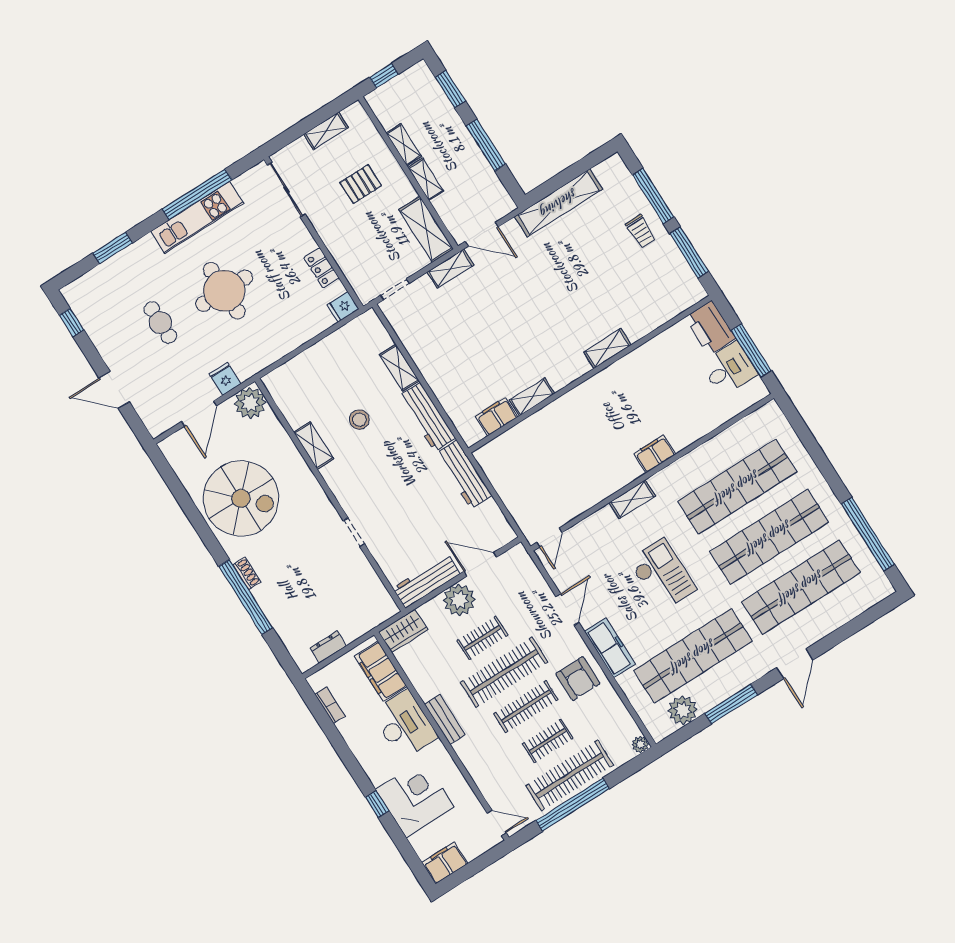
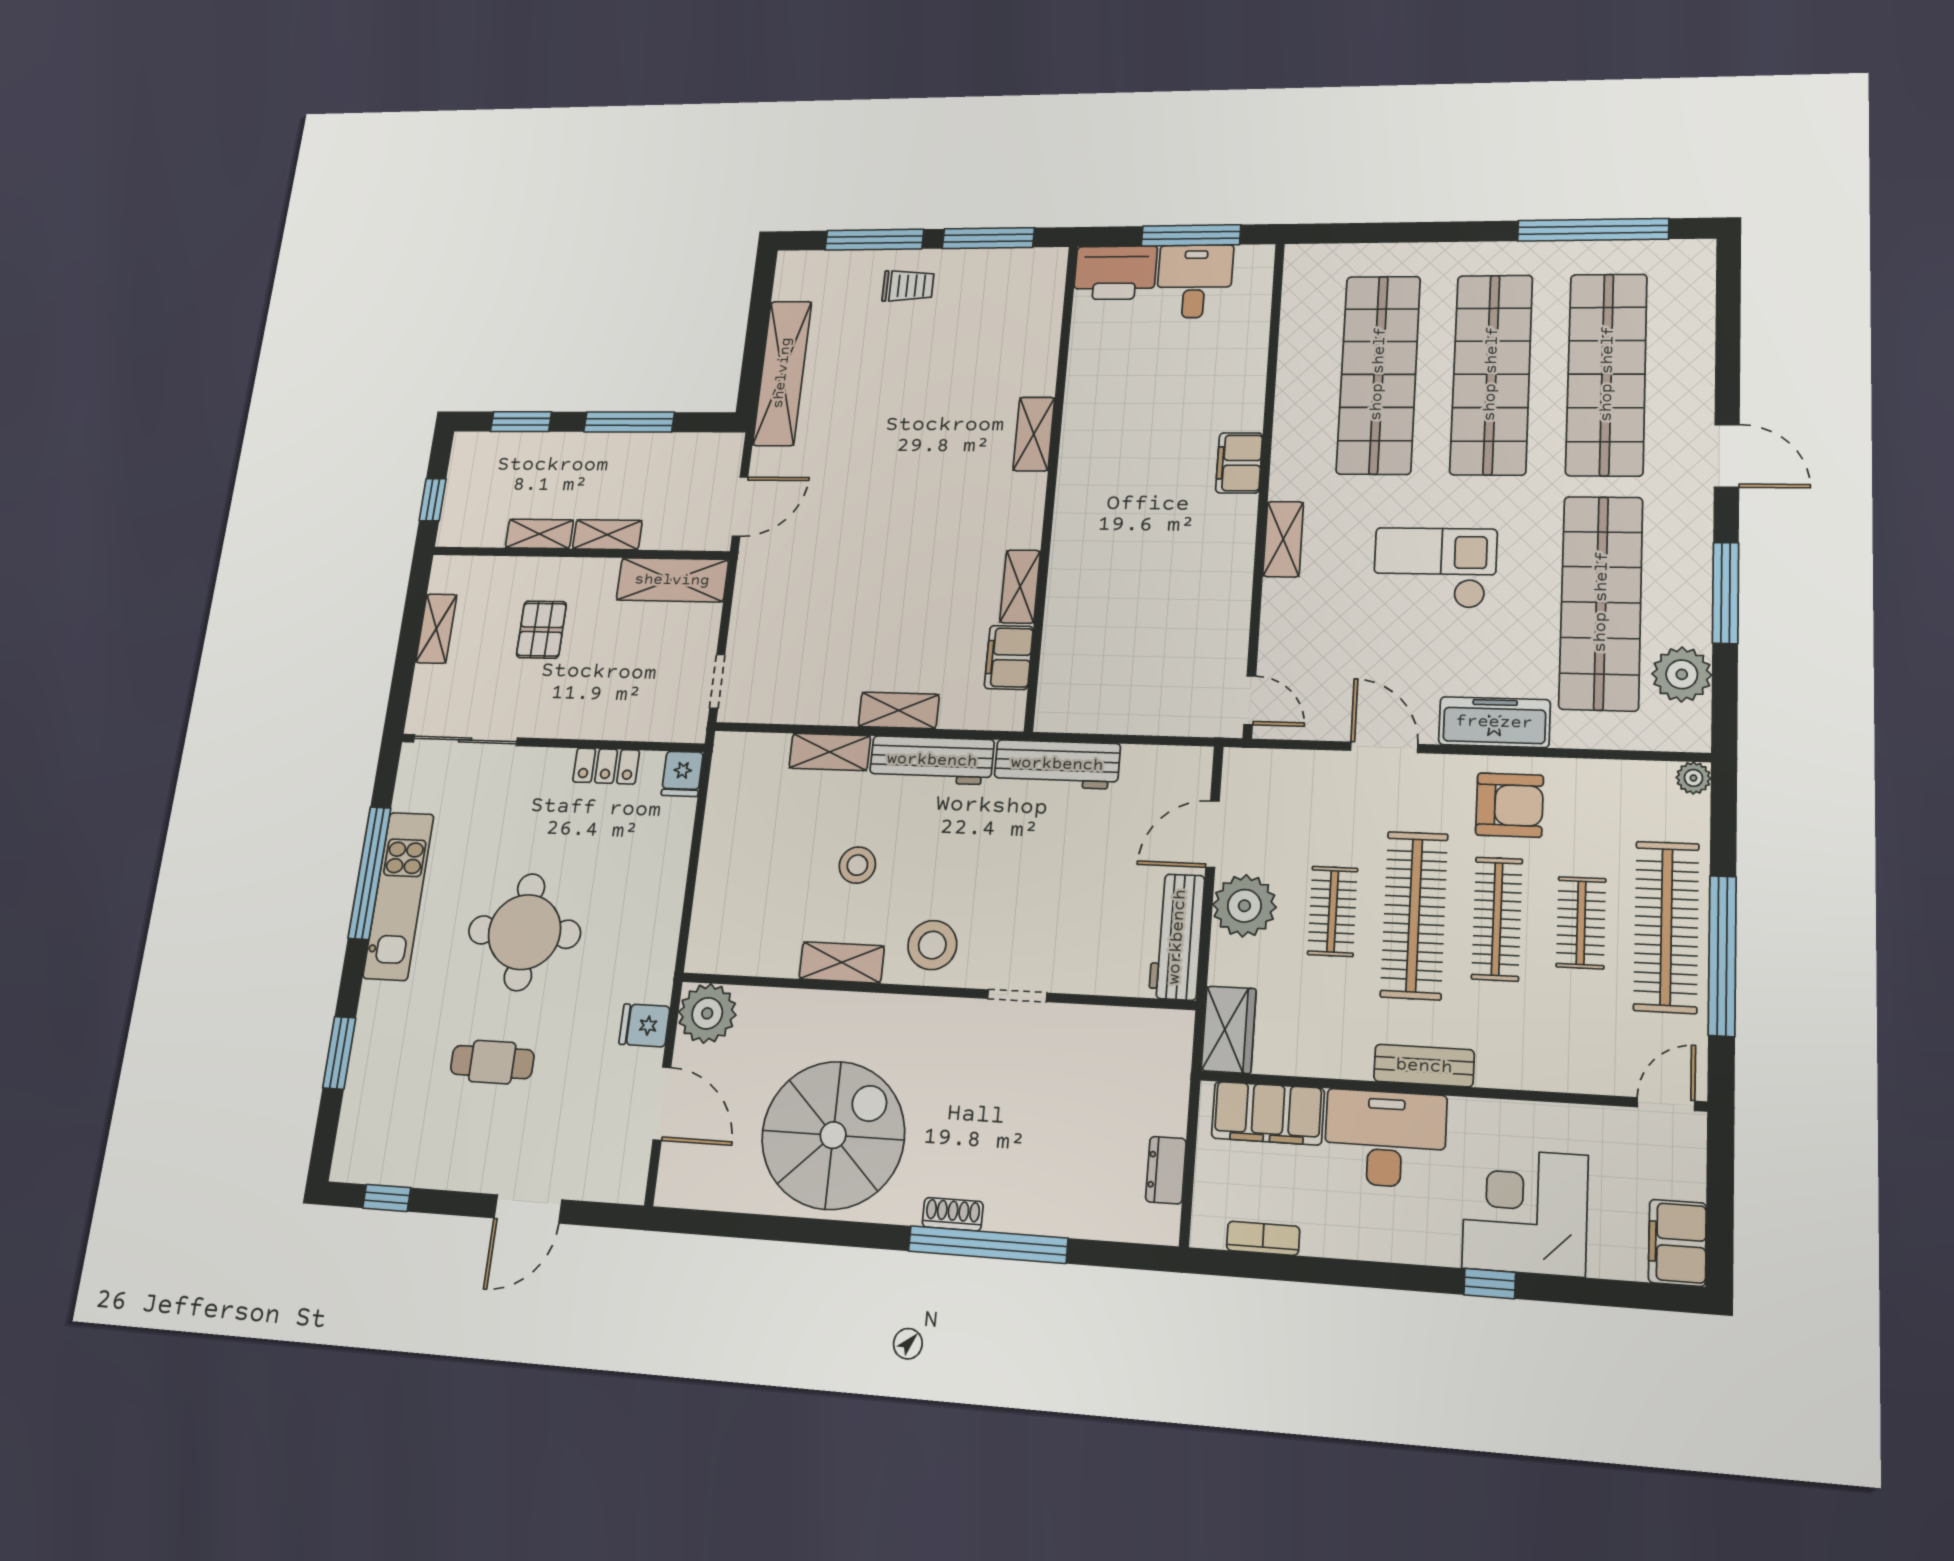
shelving: (450, 269) -> (899, 710), moved, turned 90
stool: (349, 479) -> (932, 945), added

